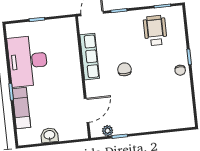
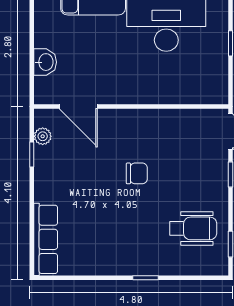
row of seats: (90, 57) -> (46, 239), moved, turned -90
chair: (180, 70) -> (126, 261), removed
washbasin: (49, 135) -> (45, 62), moved

